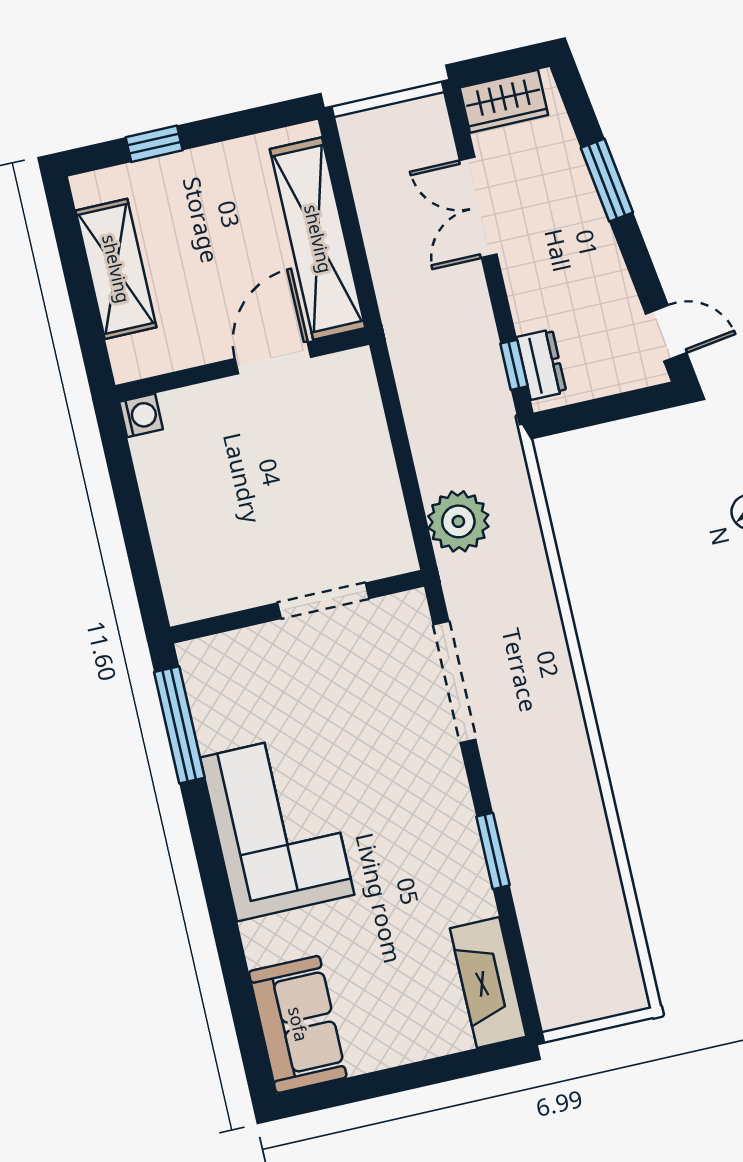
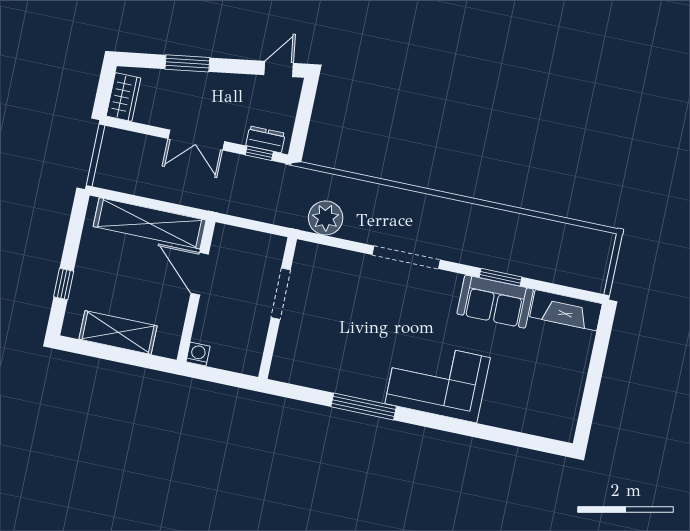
double door: (478, 207) -> (196, 140), moved
doorway: (323, 601) -> (281, 294), moved
wall: (297, 607) -> (278, 308), moved
sofa: (298, 1024) -> (495, 302), moved, turned 180

